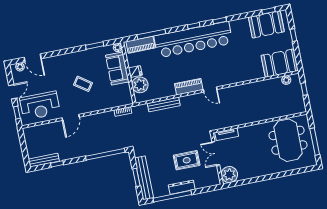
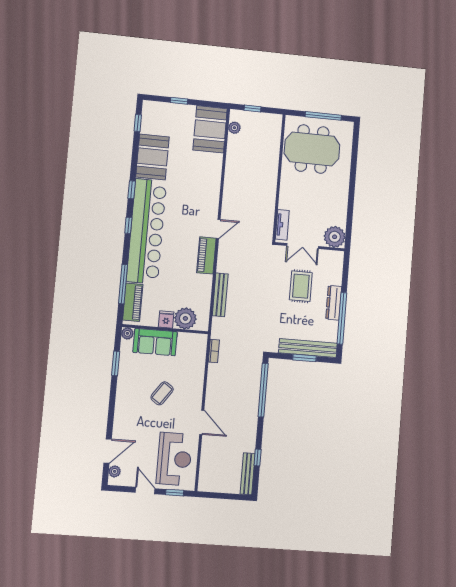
booth: (266, 24) -> (152, 157), moved

